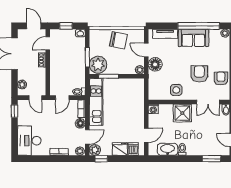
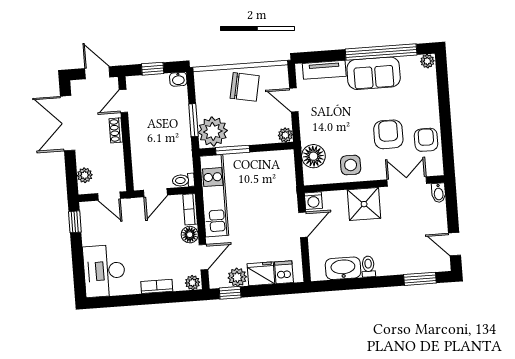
floor lamp: (155, 64) -> (313, 156), moved
double door: (208, 102) -> (407, 182), swing flipped
door: (146, 135) -> (303, 225), moved
plant: (95, 150) -> (237, 277), moved

